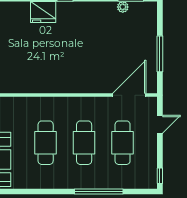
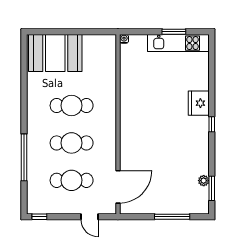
window: (160, 54) -> (172, 217), moved
door: (129, 95) -> (118, 187), hinge flipped

